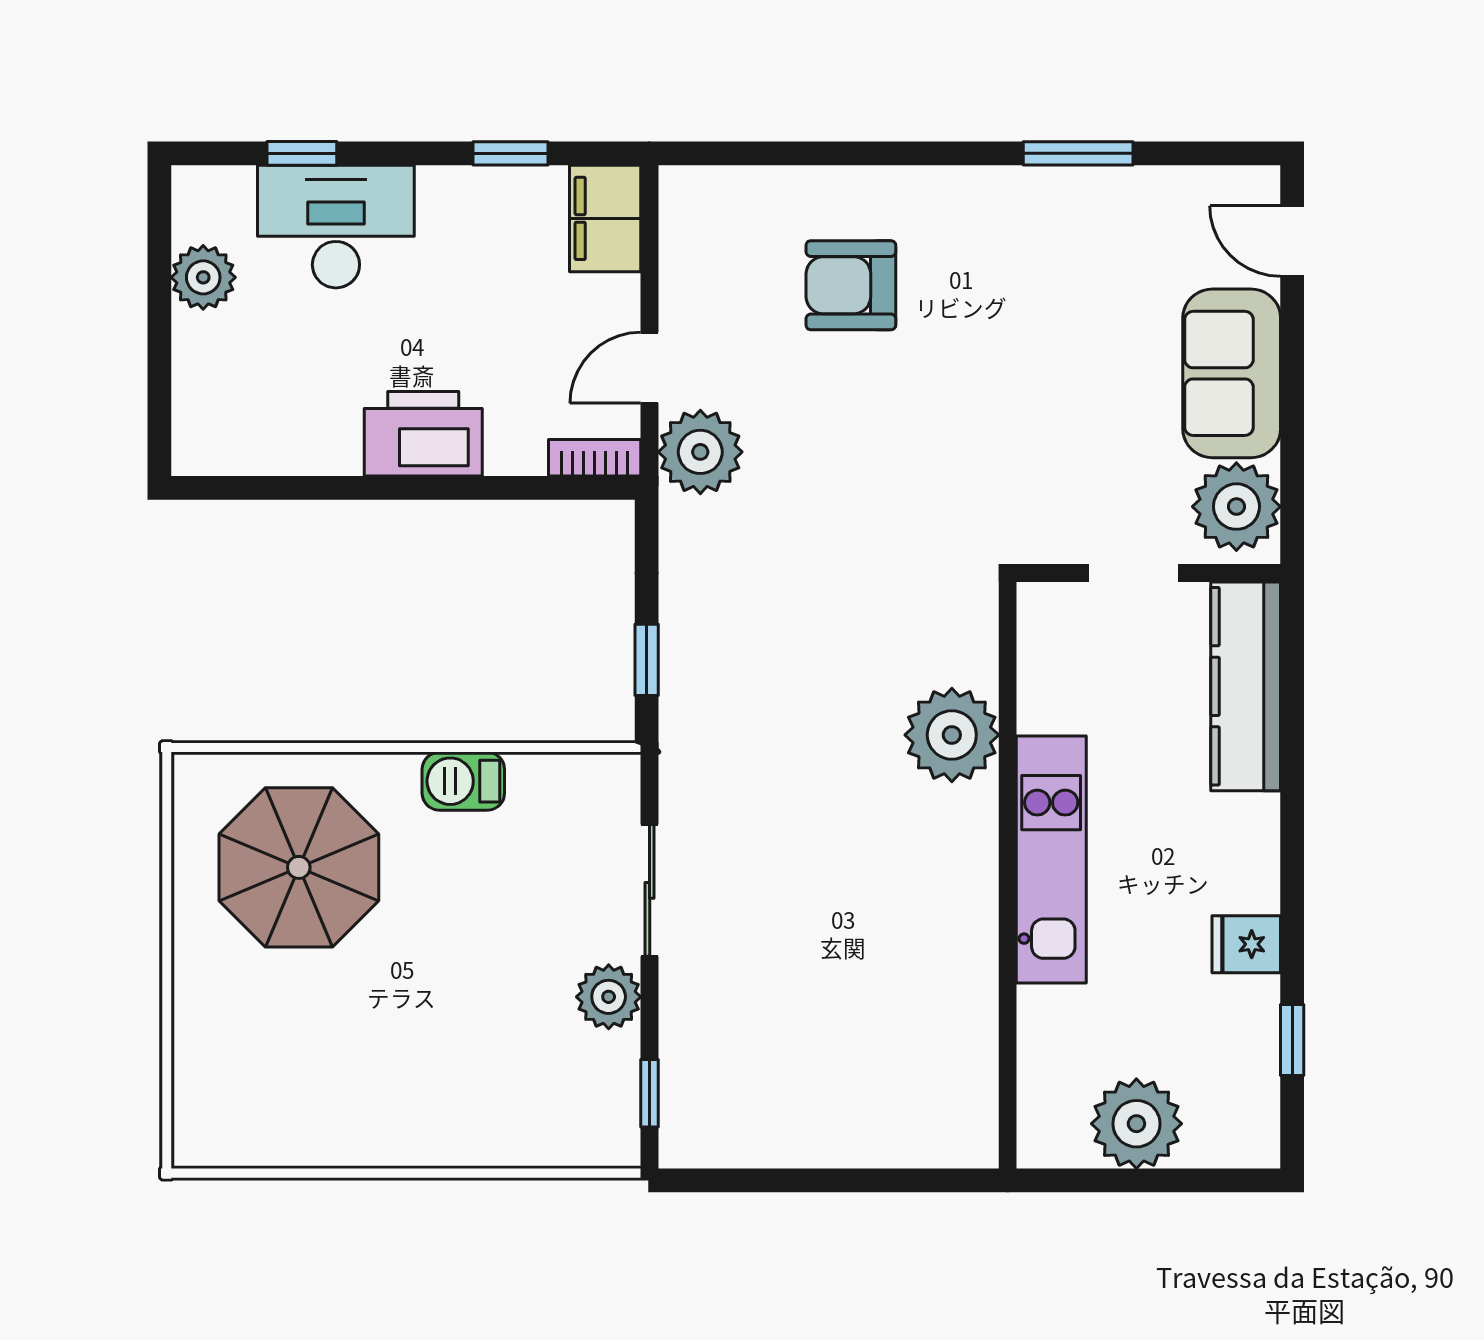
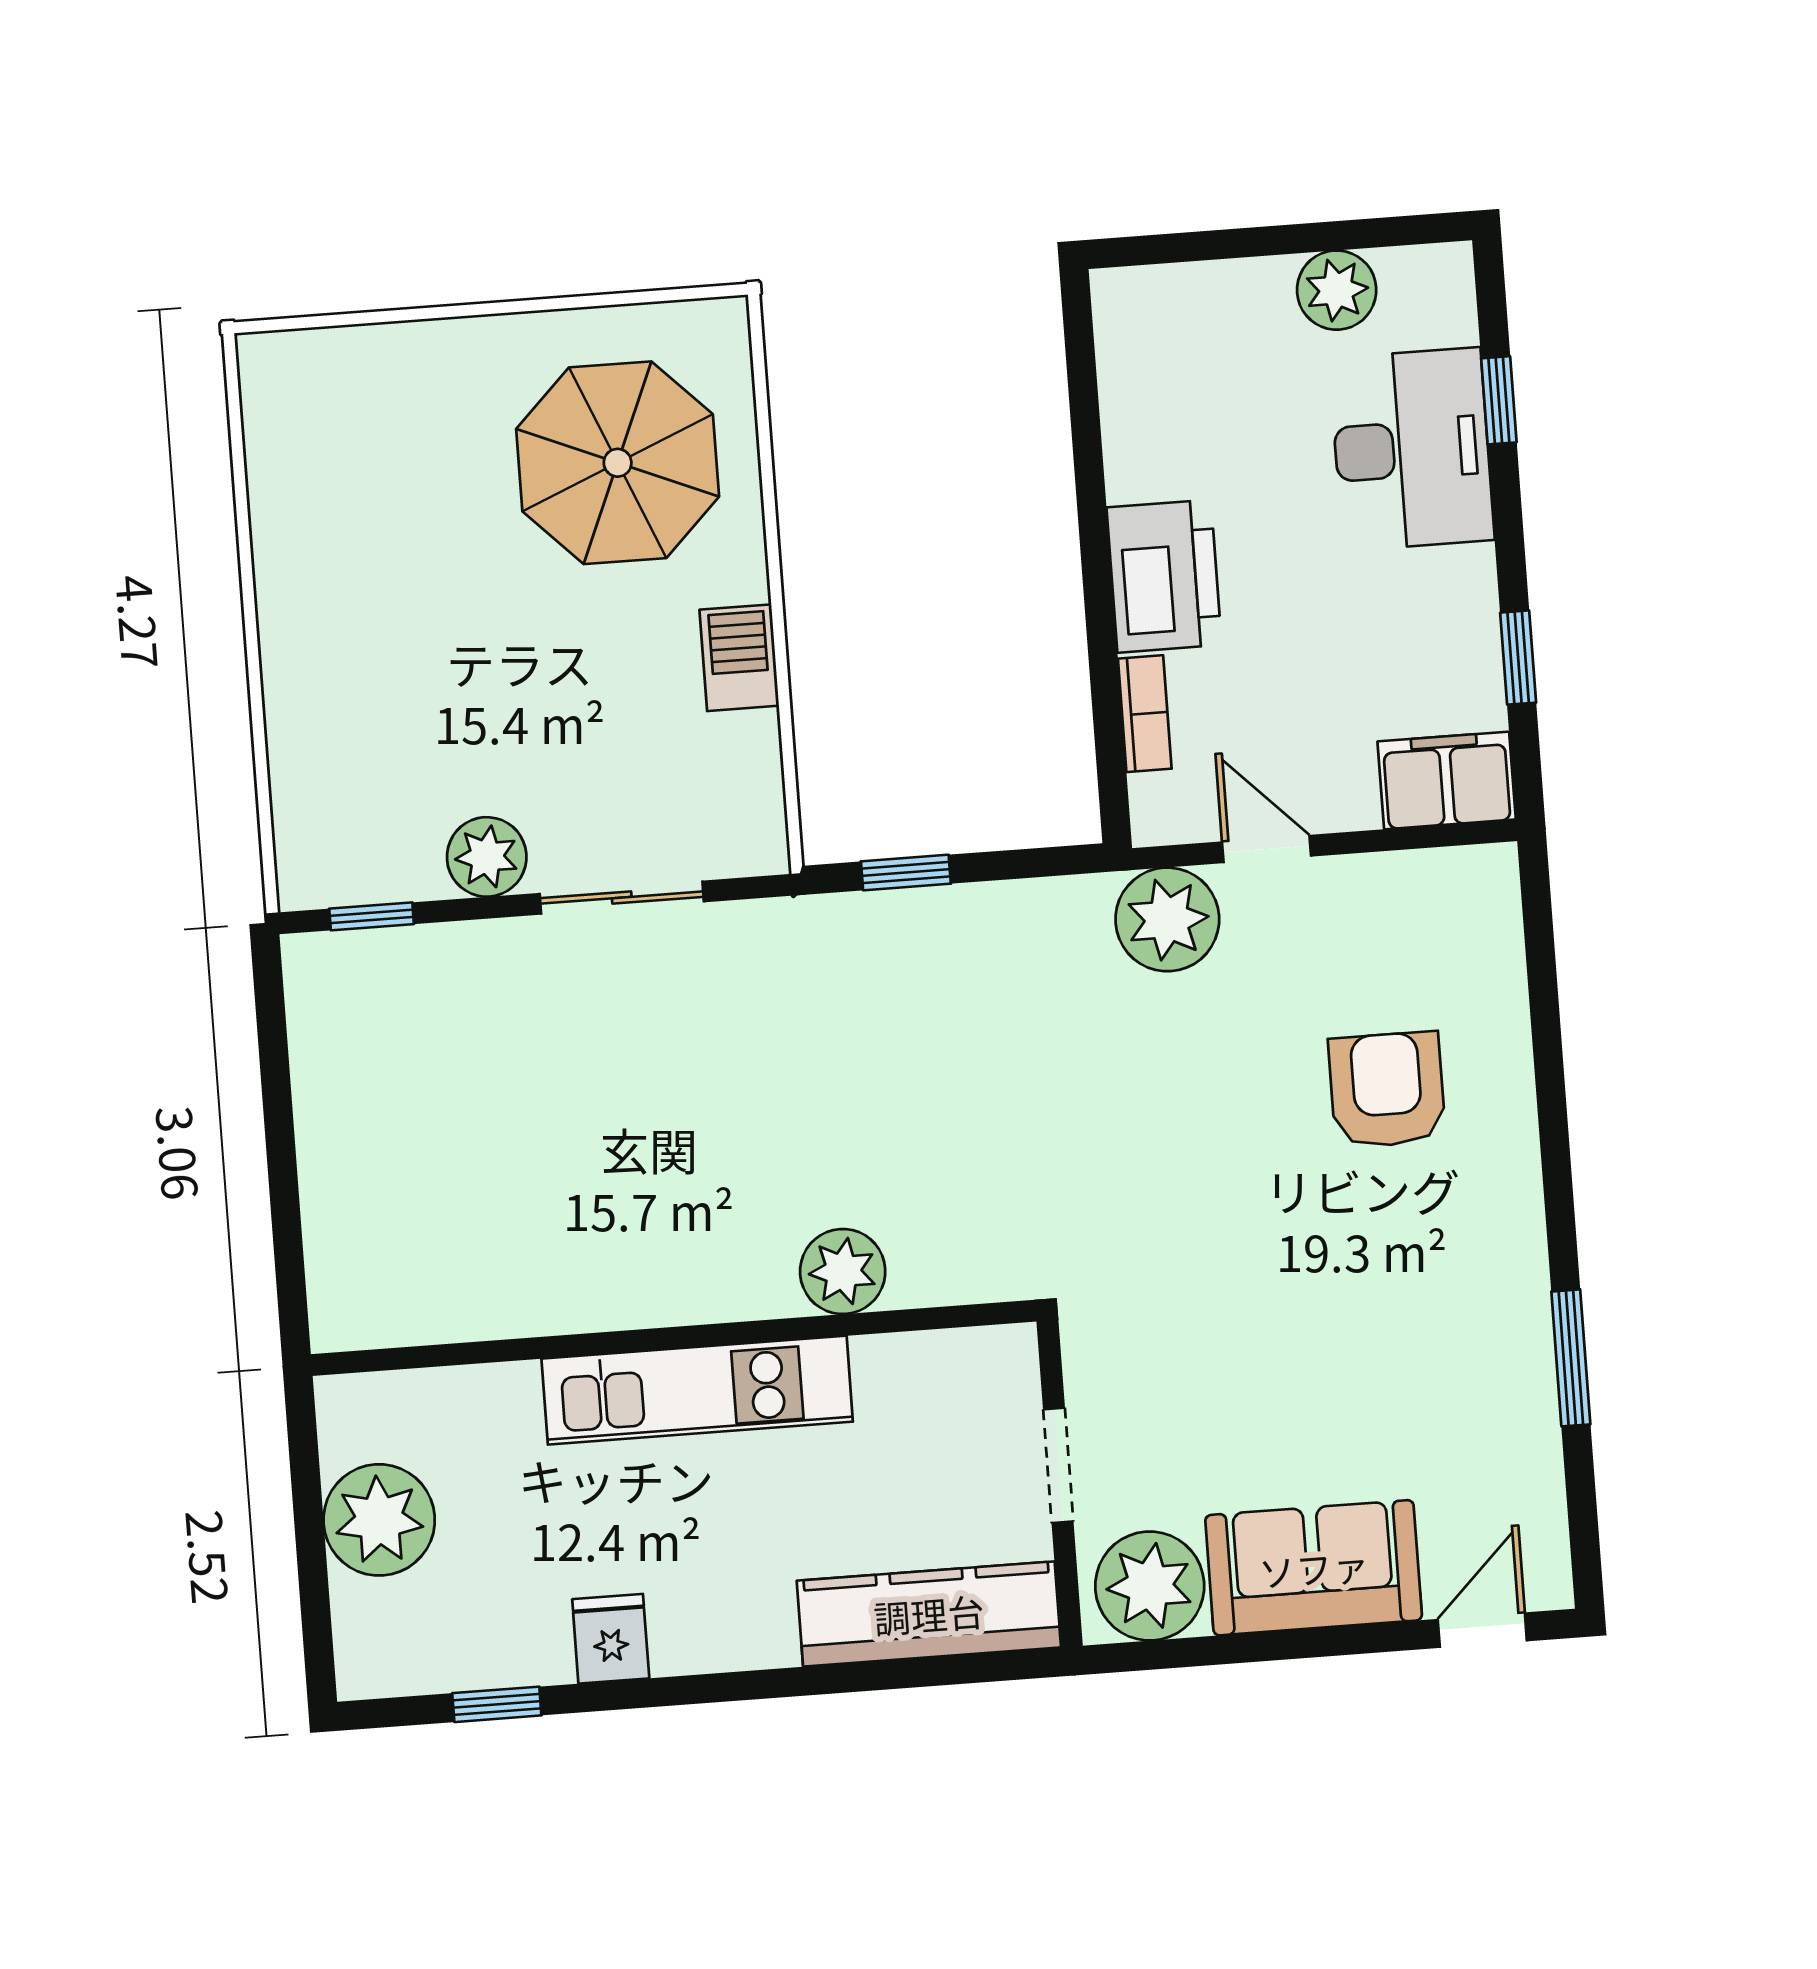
bookcase: (595, 458) -> (1145, 714), moved
plant: (952, 735) -> (843, 1271), width x0.73, depth x0.73

